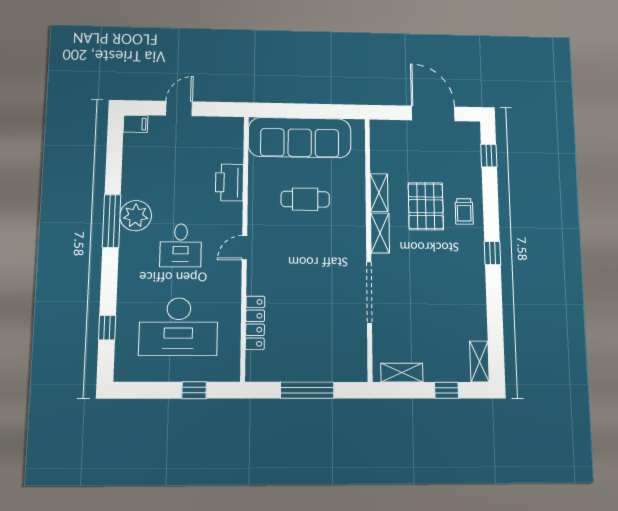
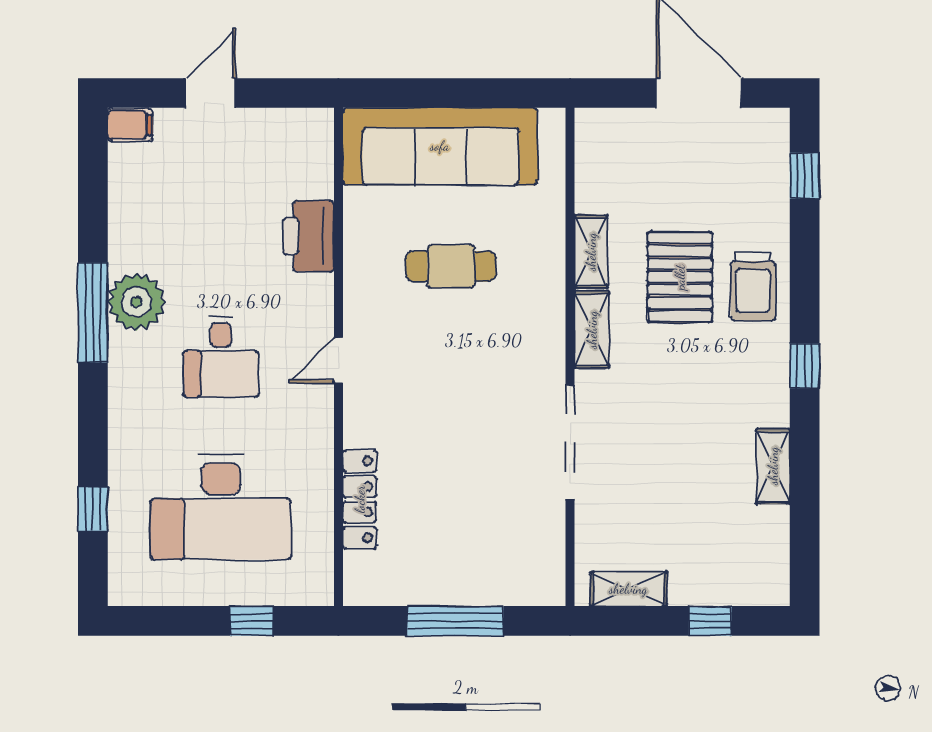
trolley: (464, 211) -> (753, 286), width x1.36, depth x1.39
shelving: (479, 361) -> (773, 466), moved

